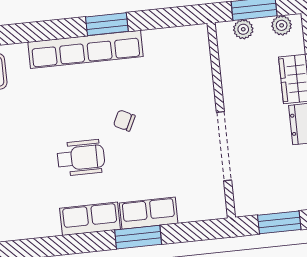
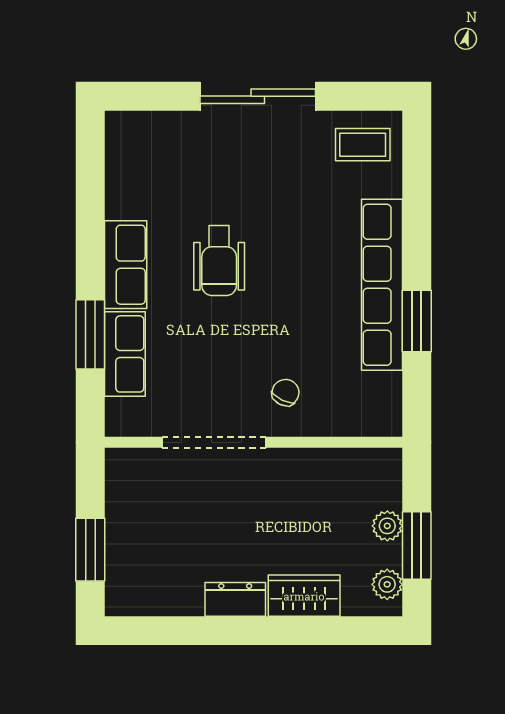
wall: (221, 120) -> (253, 442), moved
chair: (124, 121) -> (286, 393), moved
doorway: (224, 146) -> (214, 442), moved

